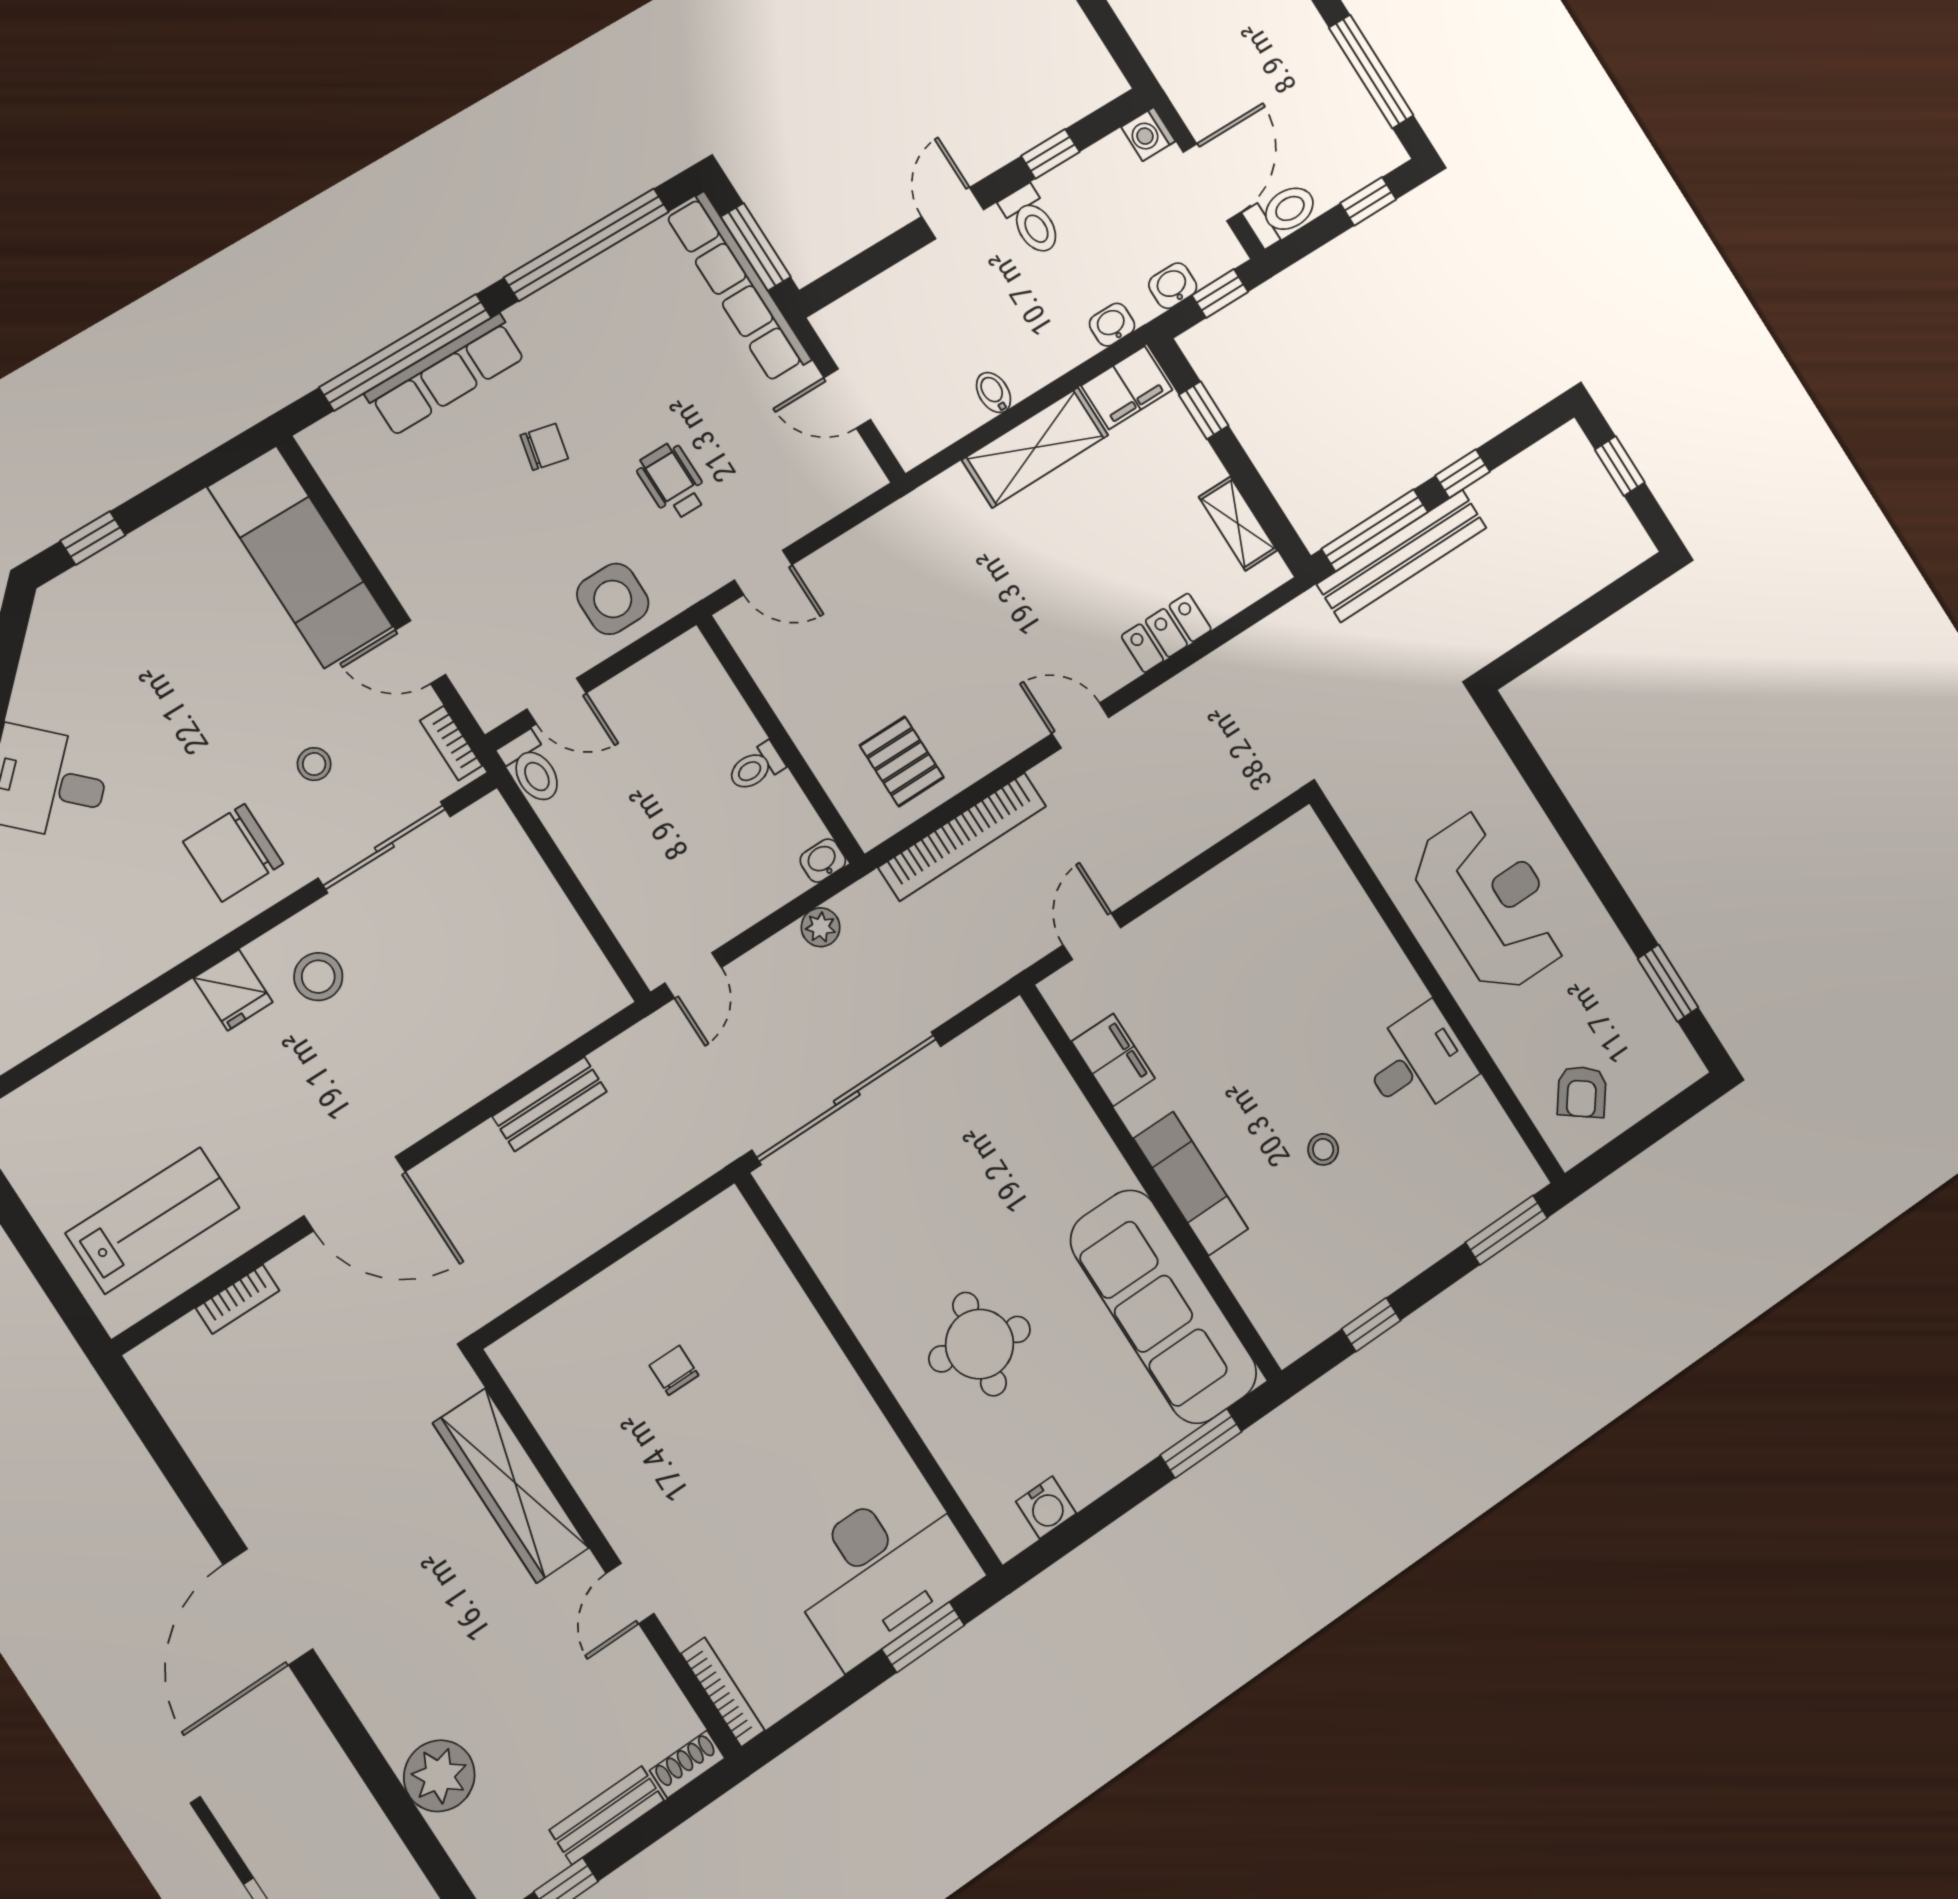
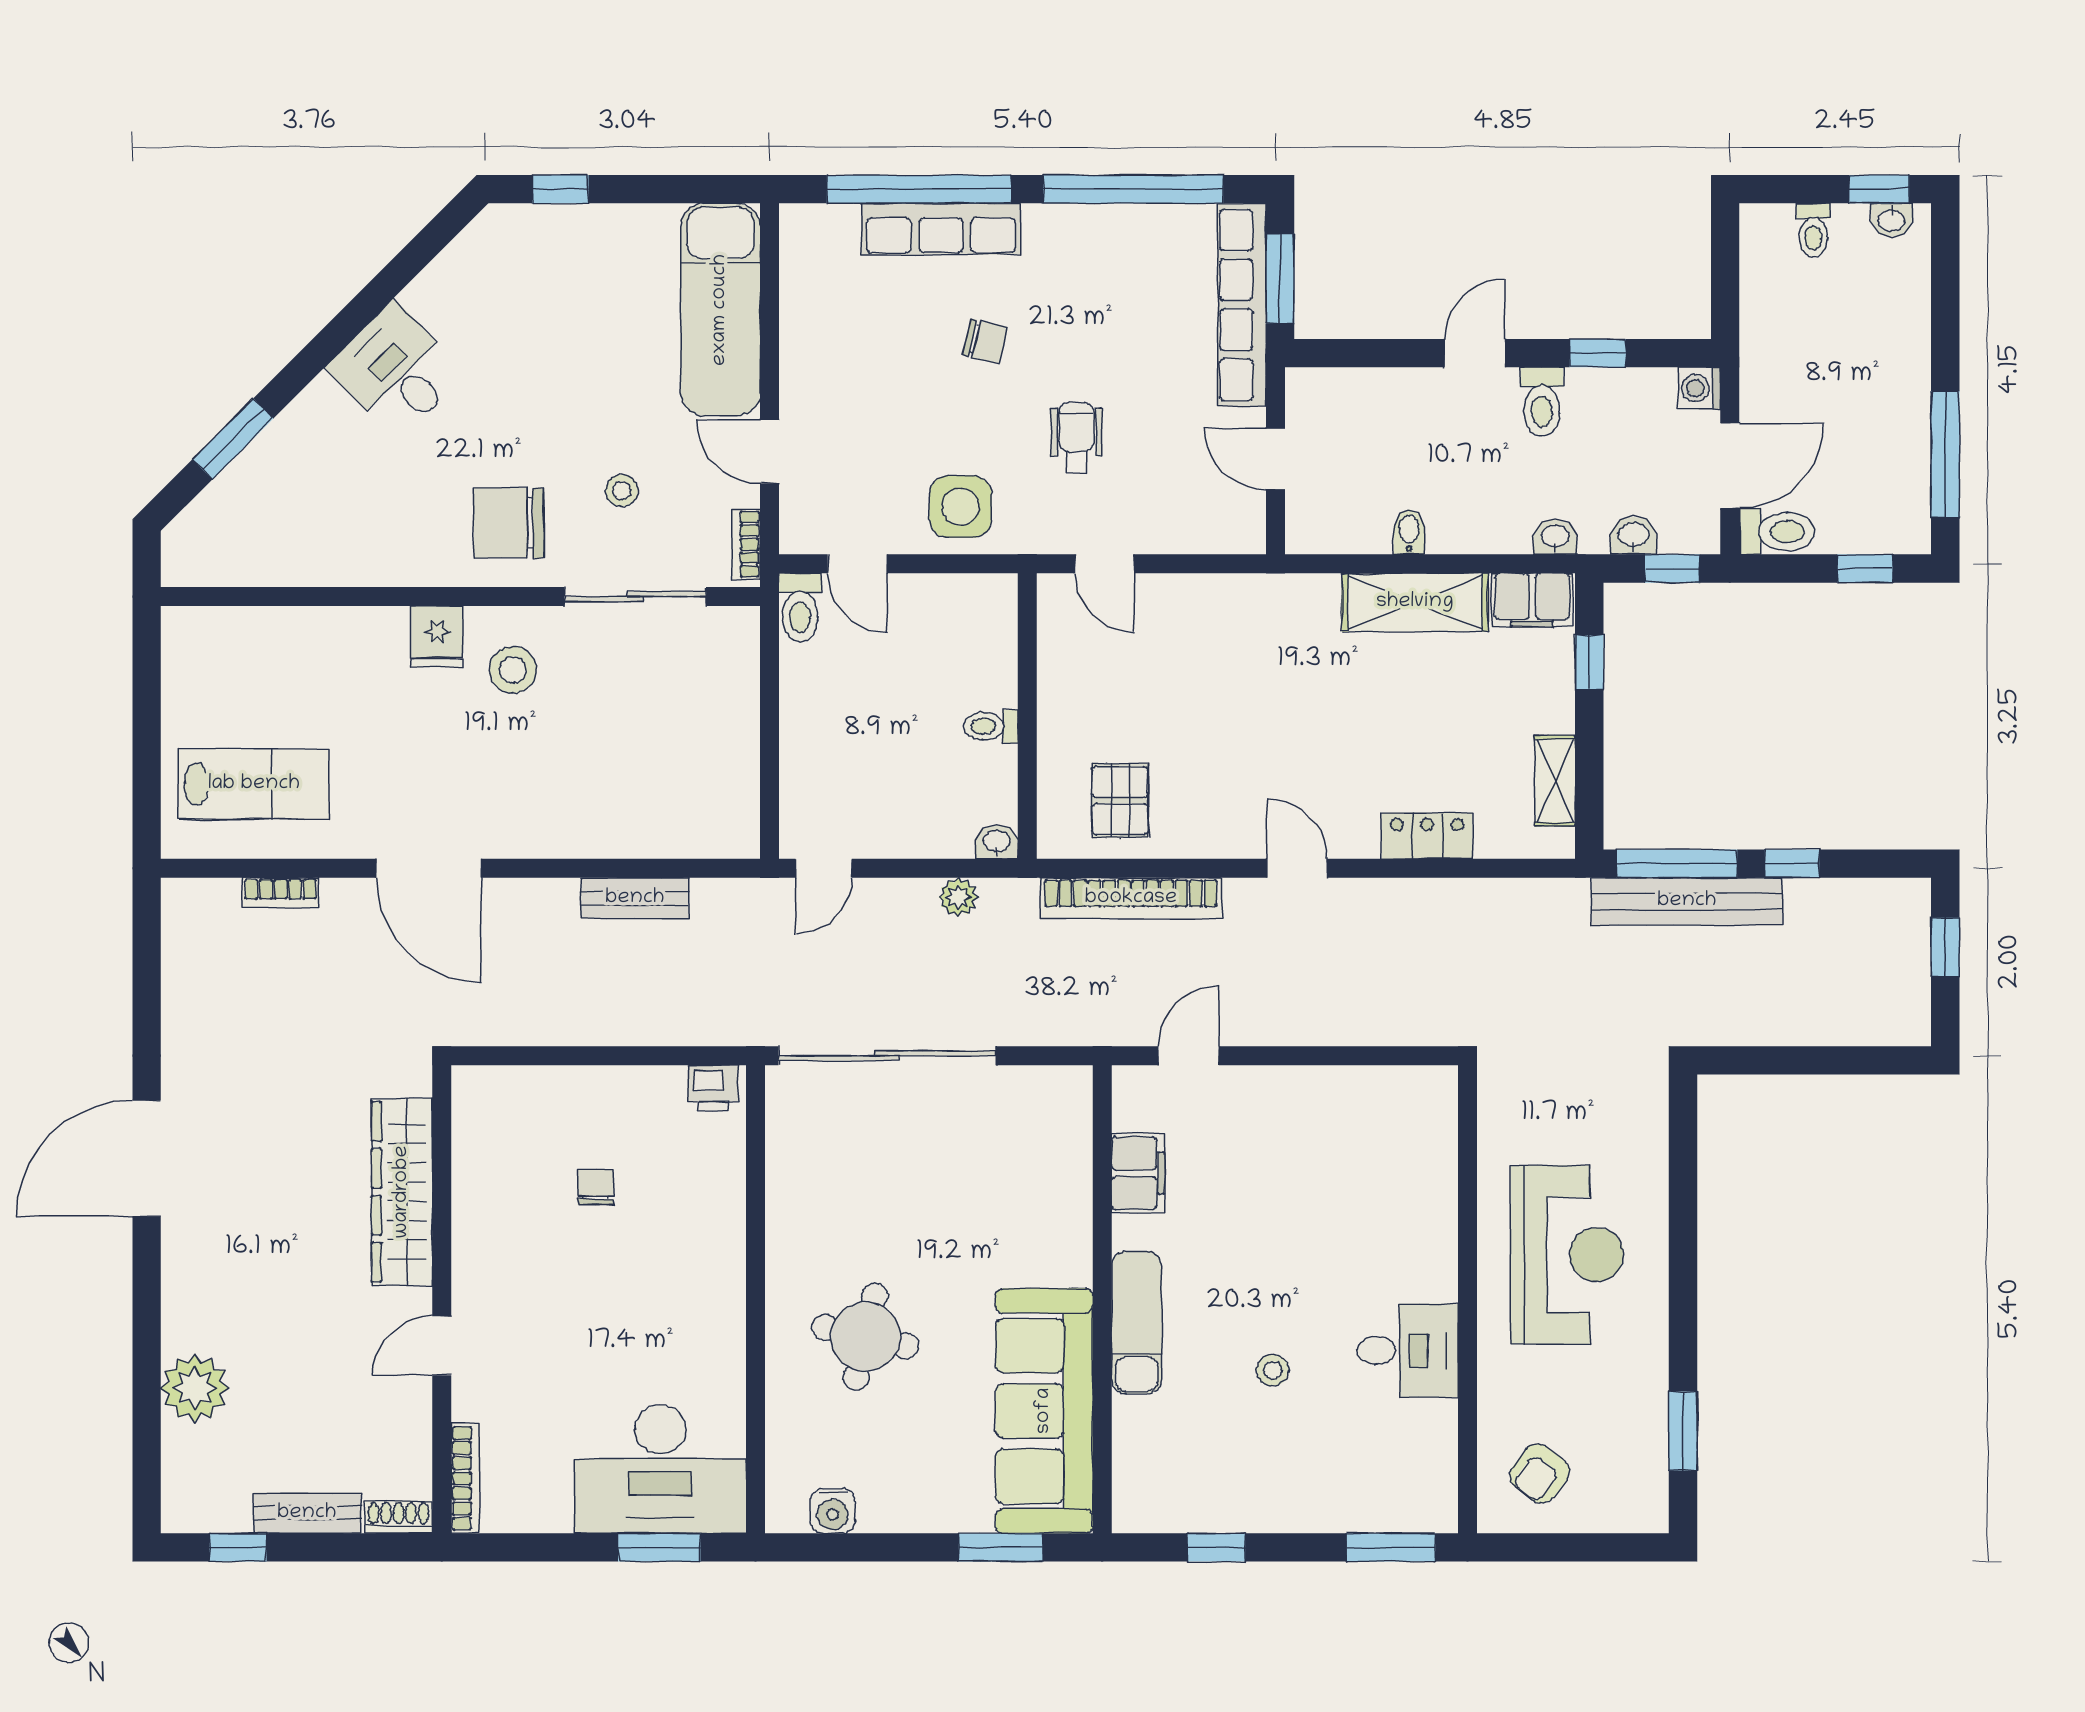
printer: (719, 1221) -> (713, 1088), added

